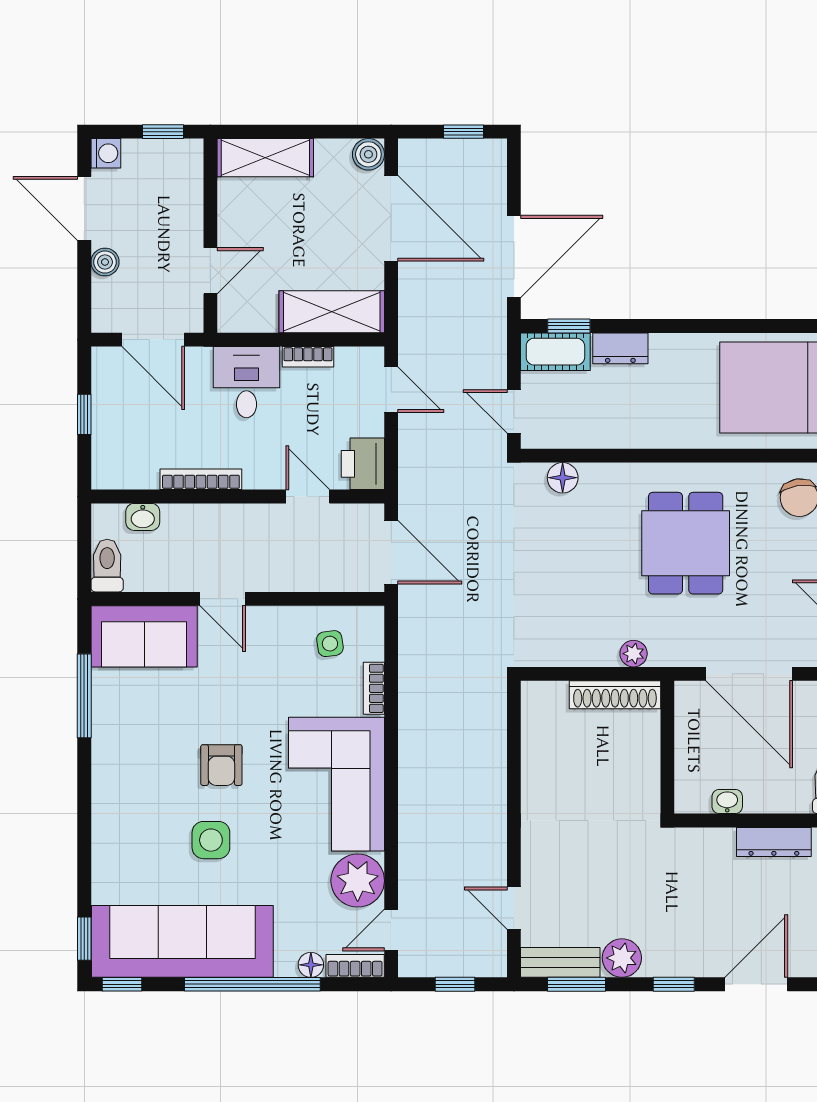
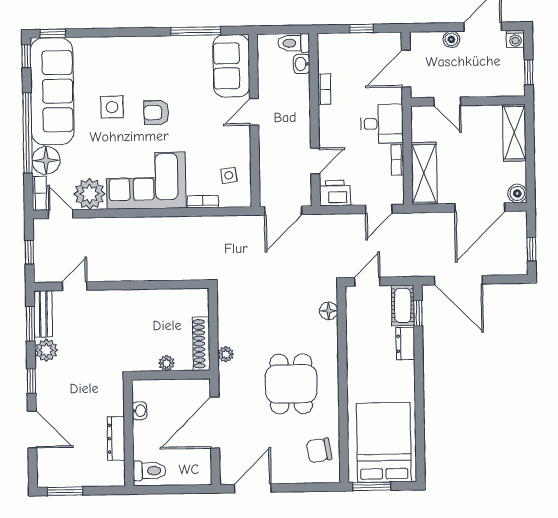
bookcase: (201, 479) -> (324, 89), width x0.64
dining table: (686, 543) -> (291, 384), turned 90
toilet: (107, 566) -> (294, 43), moved, turned 180
plant: (647, 754) -> (167, 363), added
floor lamp: (311, 965) -> (46, 160), width x1.89, depth x1.89

